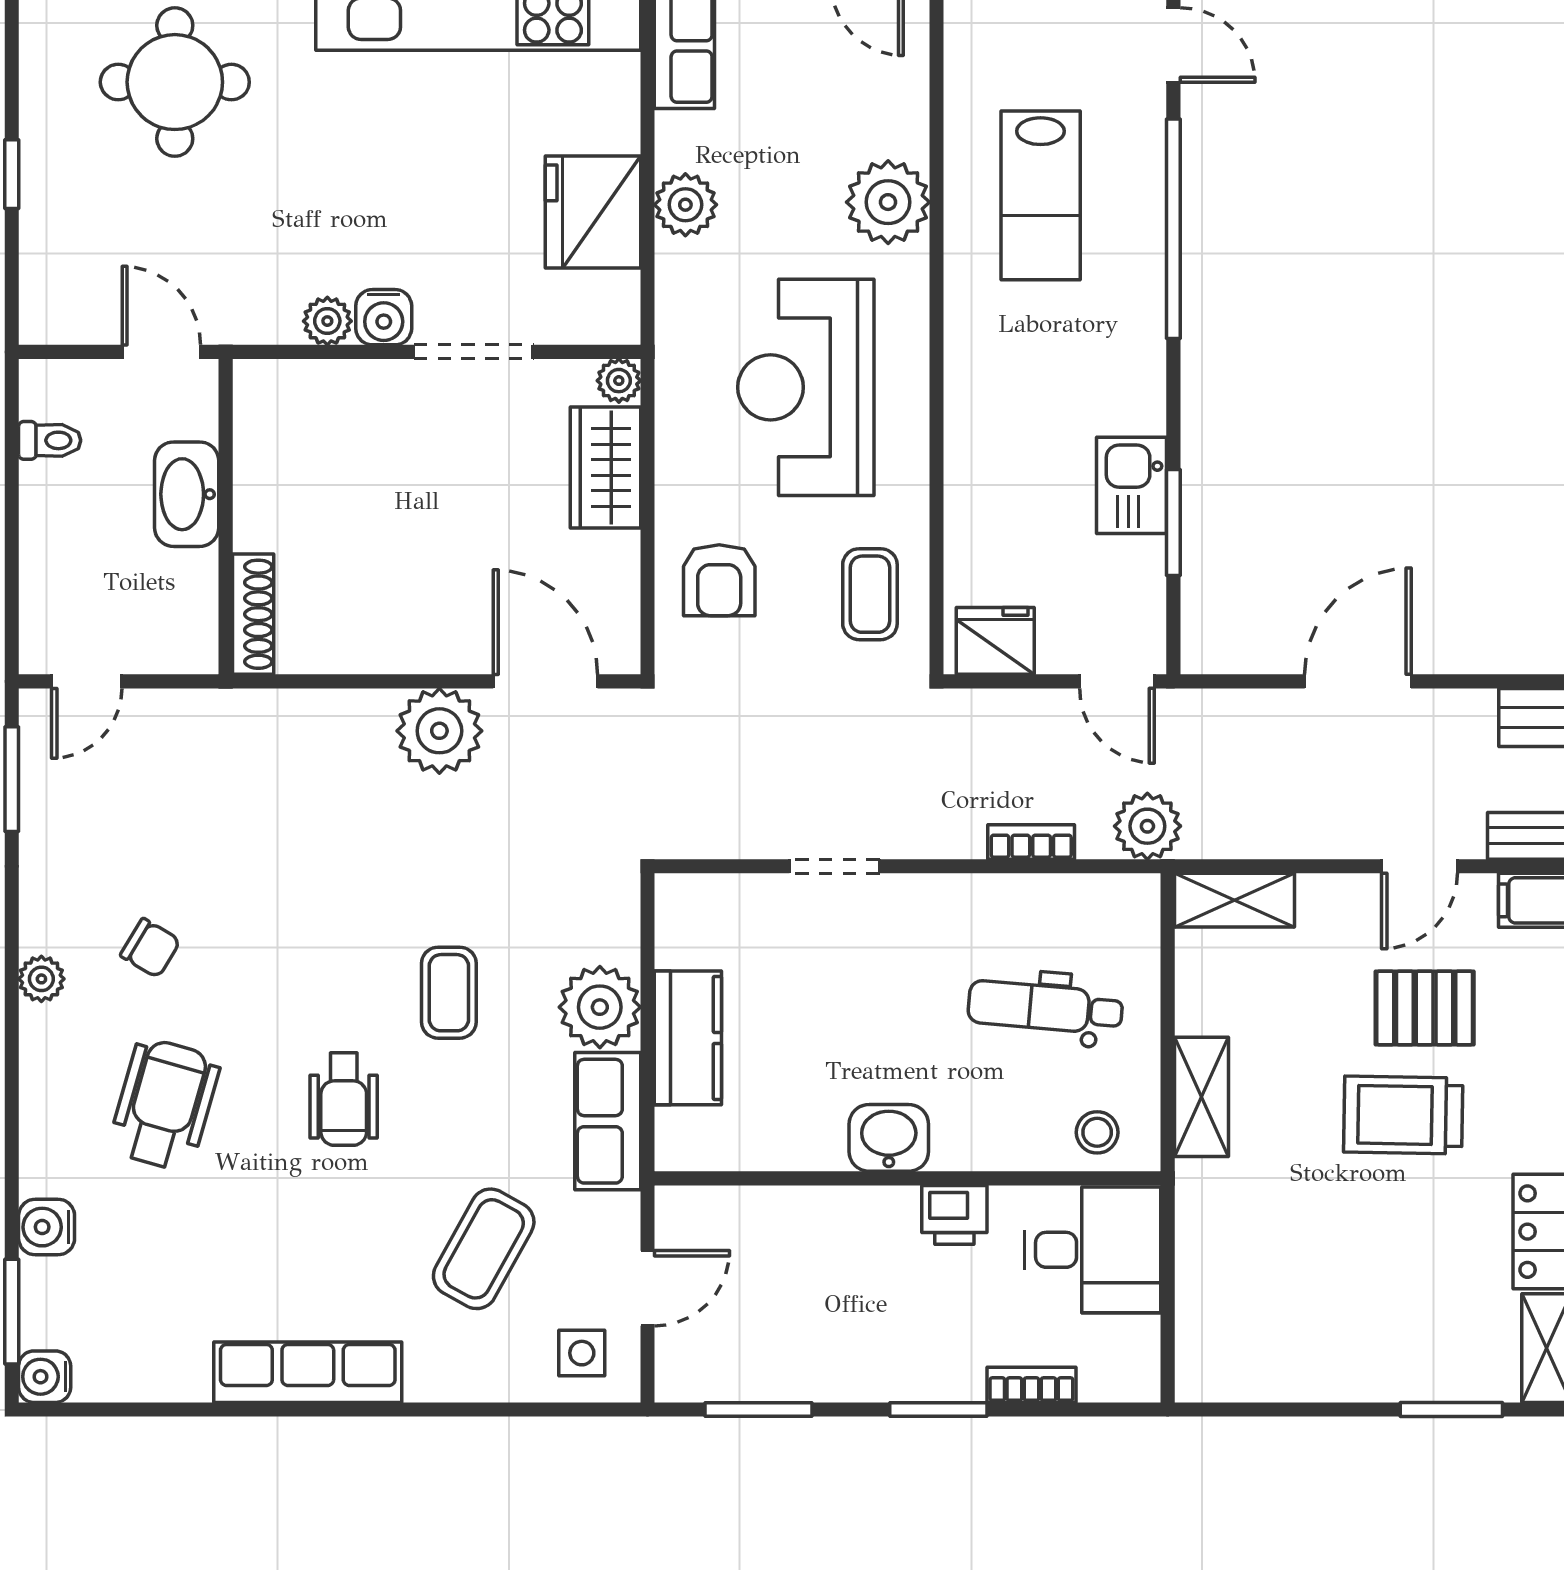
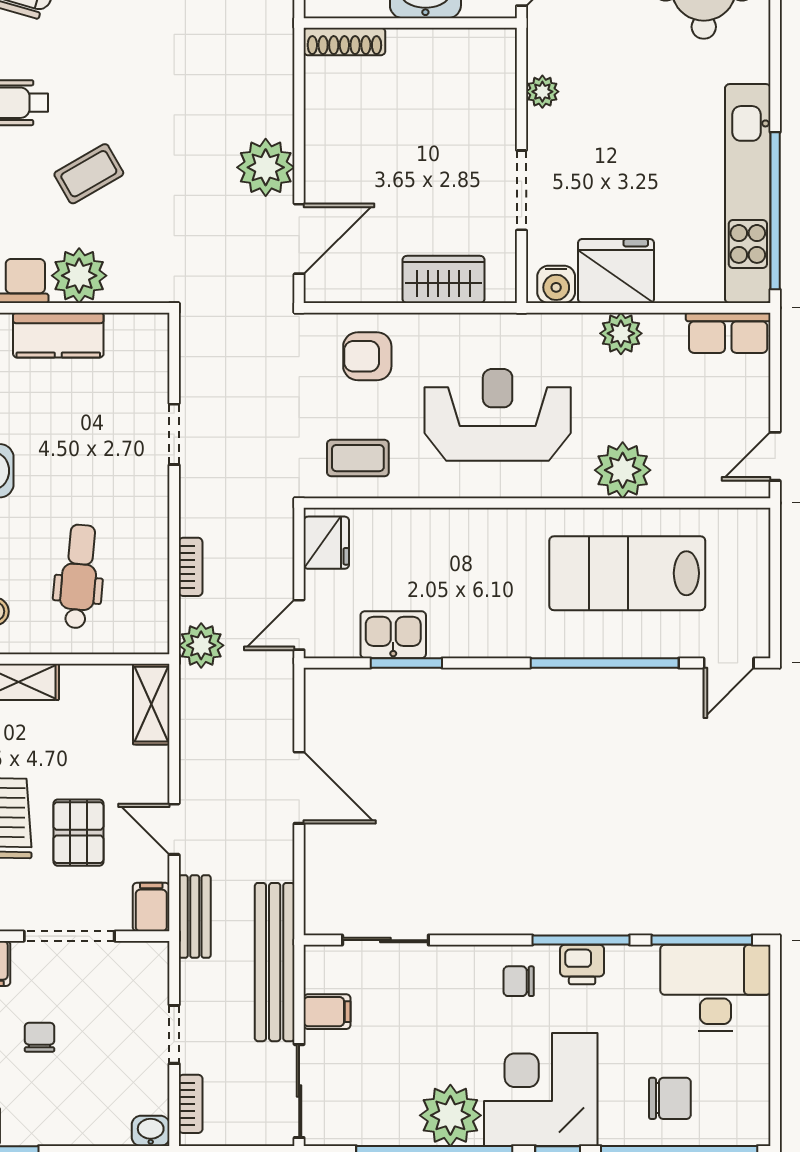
lab bench: (1041, 195) -> (627, 573), width x1.36, depth x1.39
water cooler: (384, 317) -> (556, 284), moved, turned -90
plant: (619, 381) -> (502, 289), removed
kitchen sink: (1132, 485) -> (393, 635), moved
coffee table: (449, 993) -> (89, 174), turned -30

